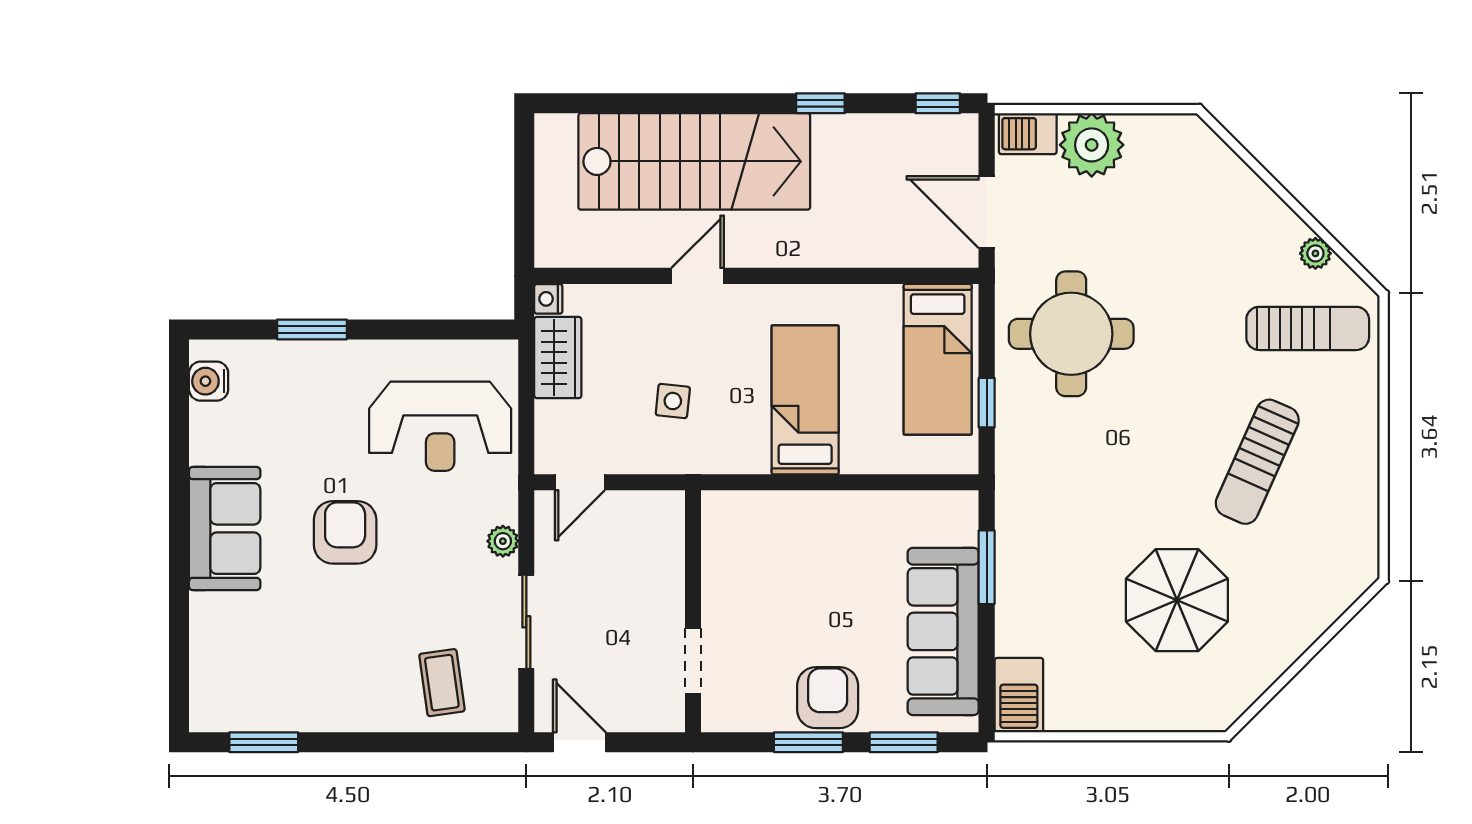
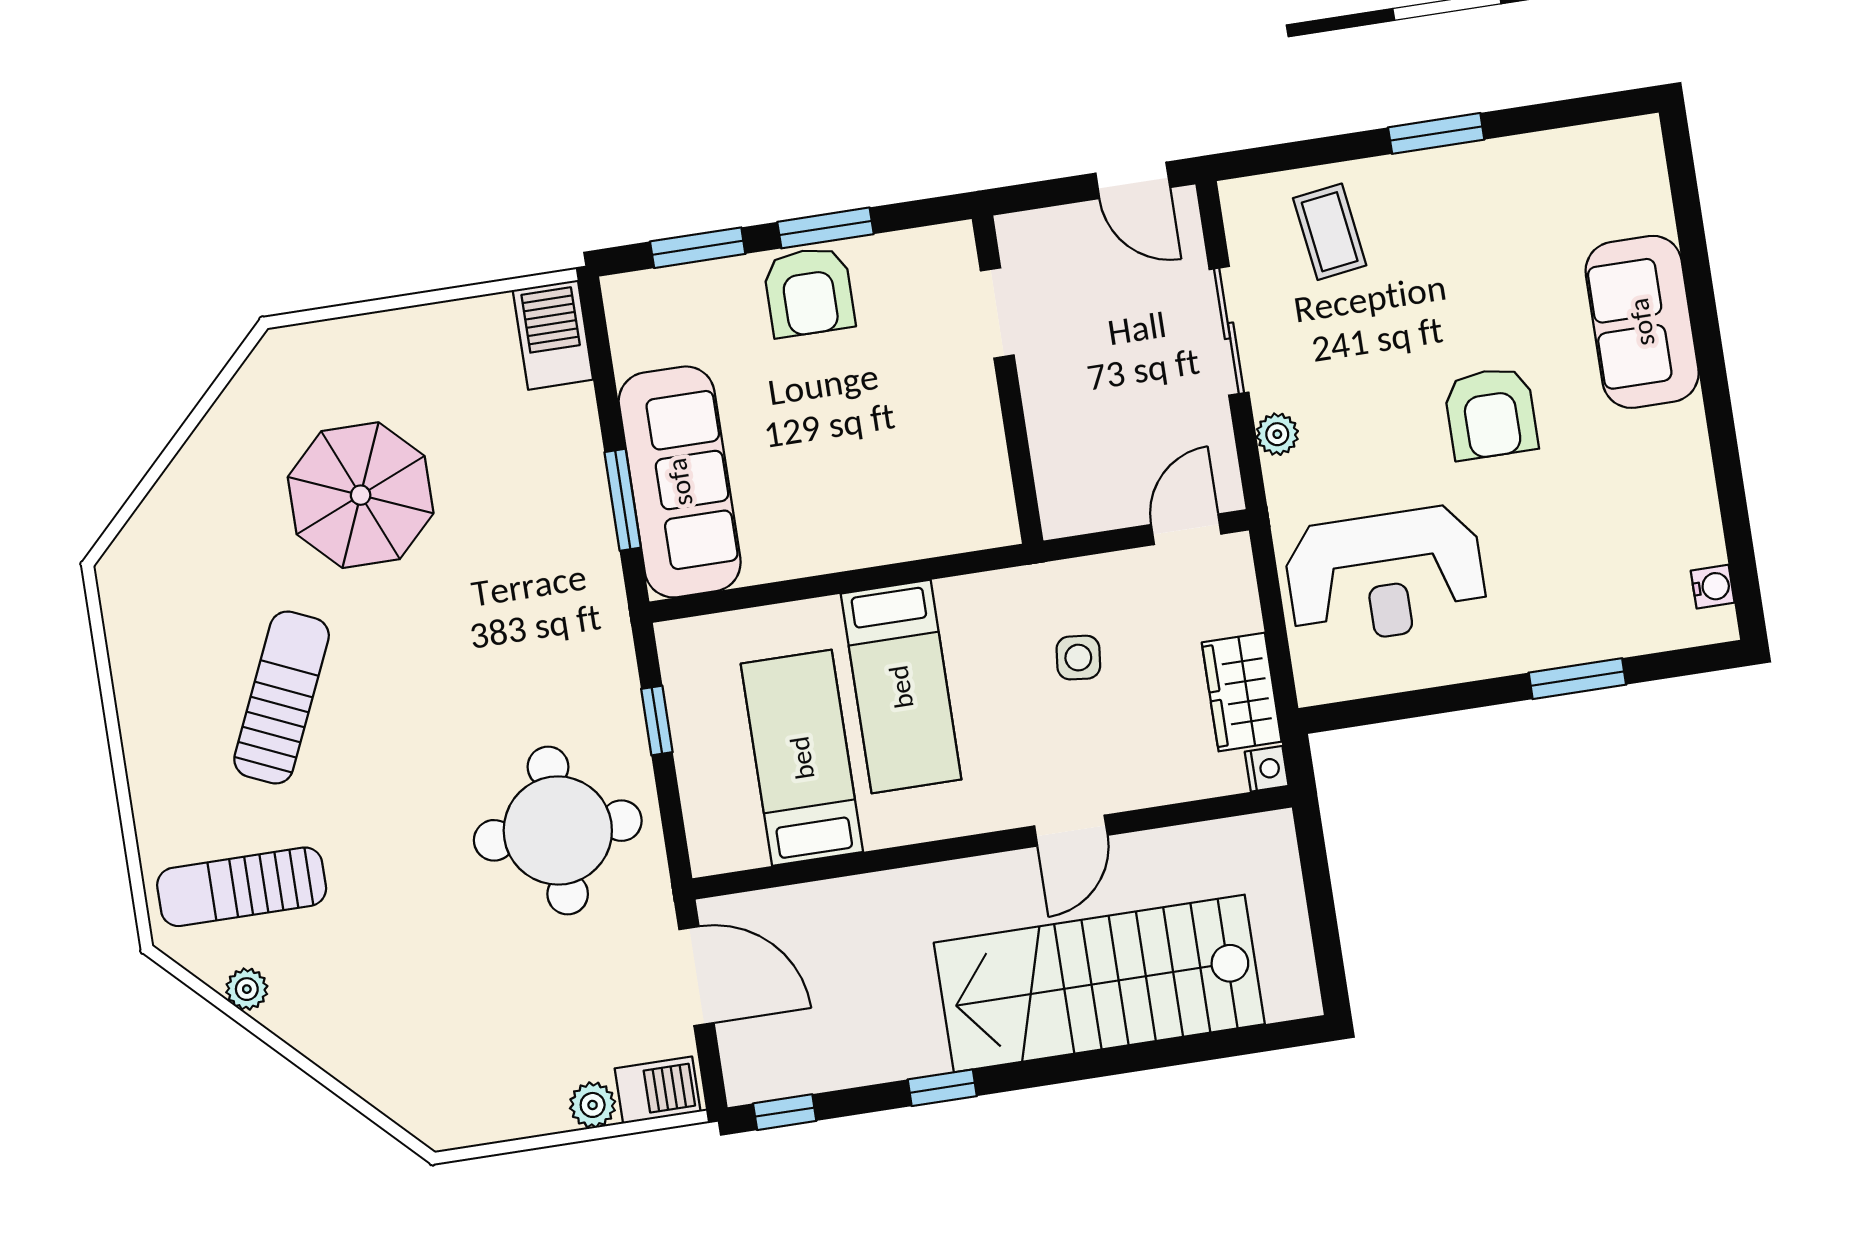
plant: (1092, 145) -> (593, 1105), width x0.53, depth x0.53
bed: (938, 359) -> (802, 758), moved
water cooler: (209, 381) -> (1713, 587), width x0.72, depth x0.72
reception desk: (440, 426) -> (1385, 575), turned 180
sofa: (225, 528) -> (1642, 322), moved
sofa: (943, 631) -> (680, 482), moved
window: (264, 742) -> (1436, 133), moved

